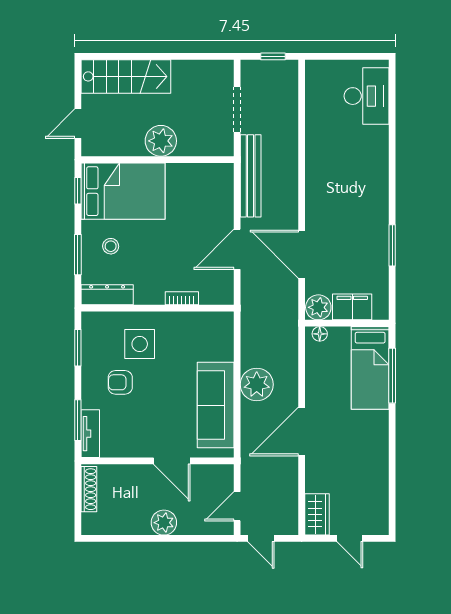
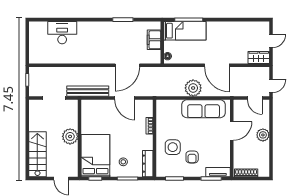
desk: (366, 96) -> (62, 33), moved
plant: (318, 307) -> (154, 57), removed

